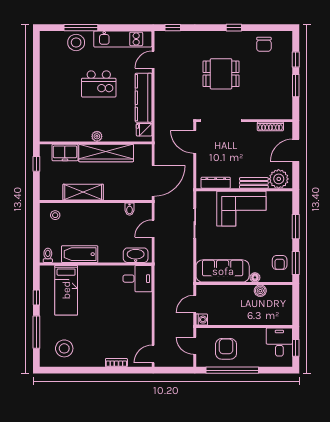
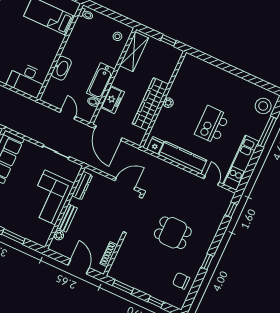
stool: (76, 42) -> (263, 106), moved
dining table: (221, 74) -> (173, 233), turned 90
window: (296, 86) -> (123, 287), moved
freezer: (65, 152) -> (112, 100), moved, turned 180
plant: (279, 179) -> (59, 235), width x0.53, depth x0.53
shelving: (83, 192) -> (134, 52), moved
bathtub: (80, 254) -> (101, 81), moved, turned 180
washbasin: (136, 255) -> (61, 68), moved
desk: (137, 279) -> (27, 80), width x1.37

